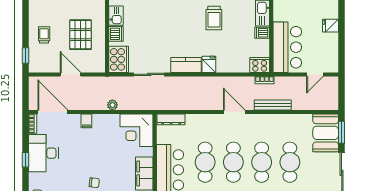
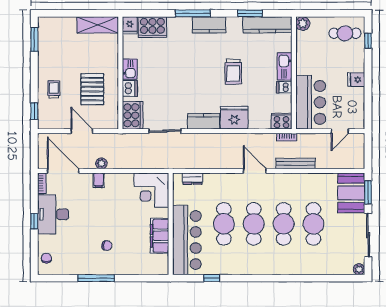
fridge: (209, 64) -> (234, 118), width x1.88, depth x1.34
plant: (112, 105) -> (101, 163), moved
dresser: (171, 119) -> (192, 179), width x0.70

